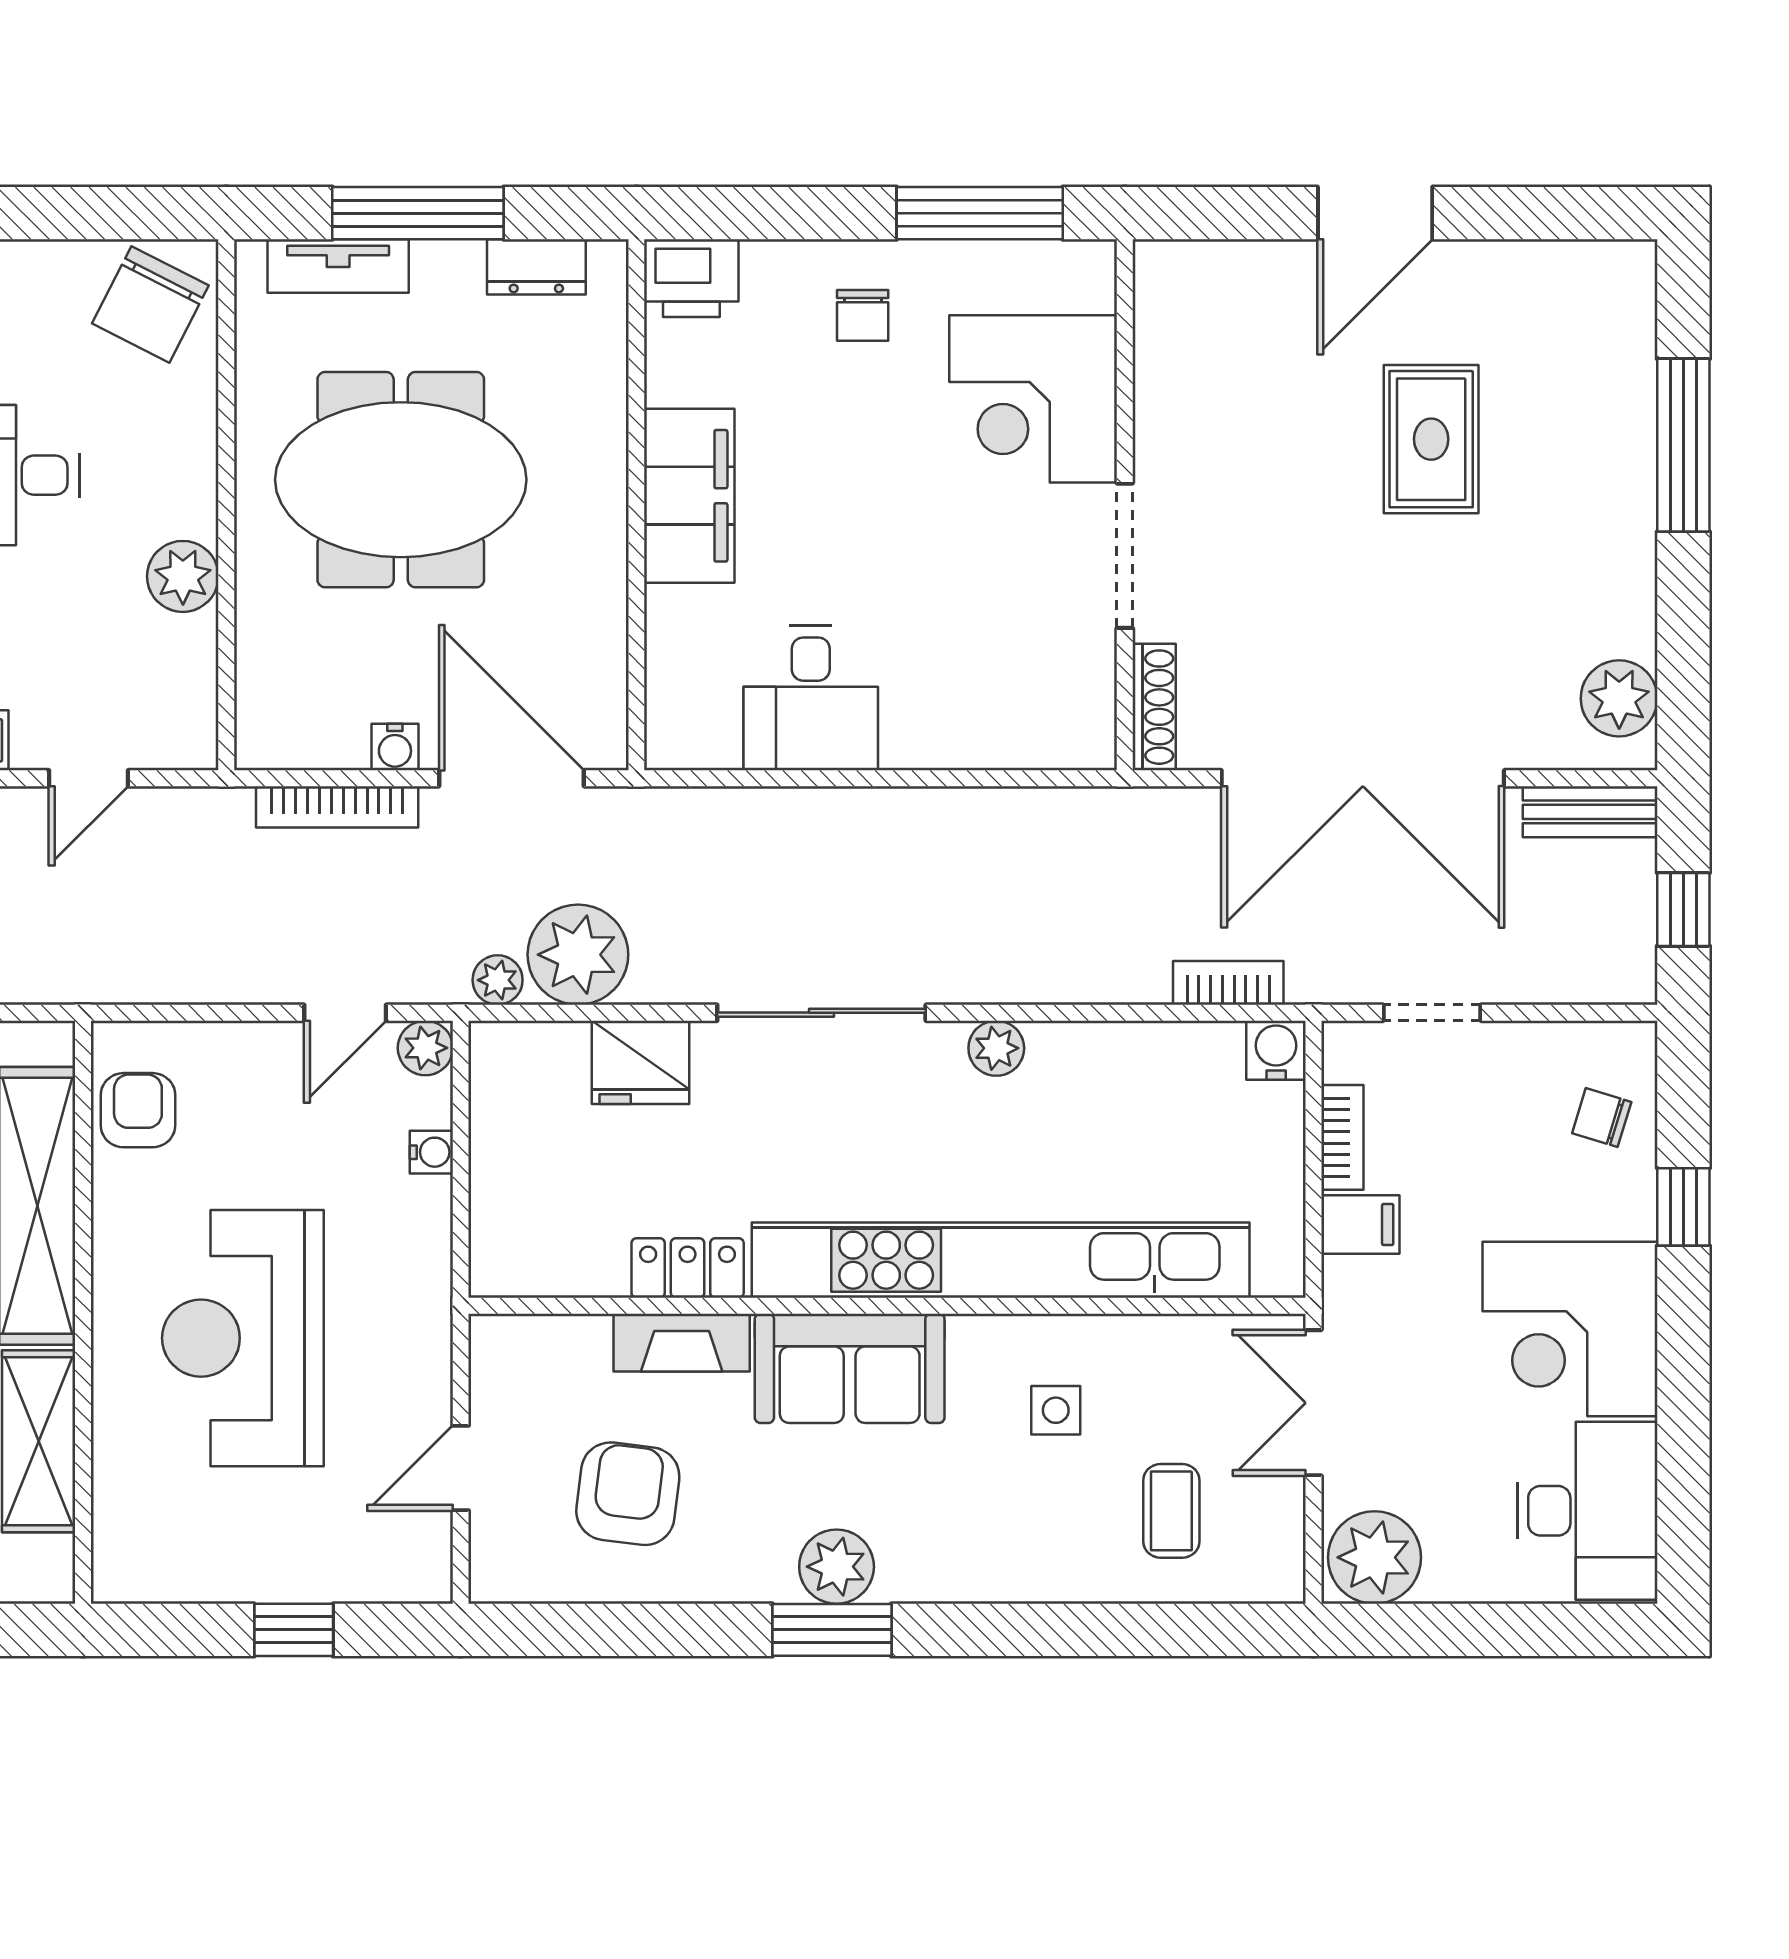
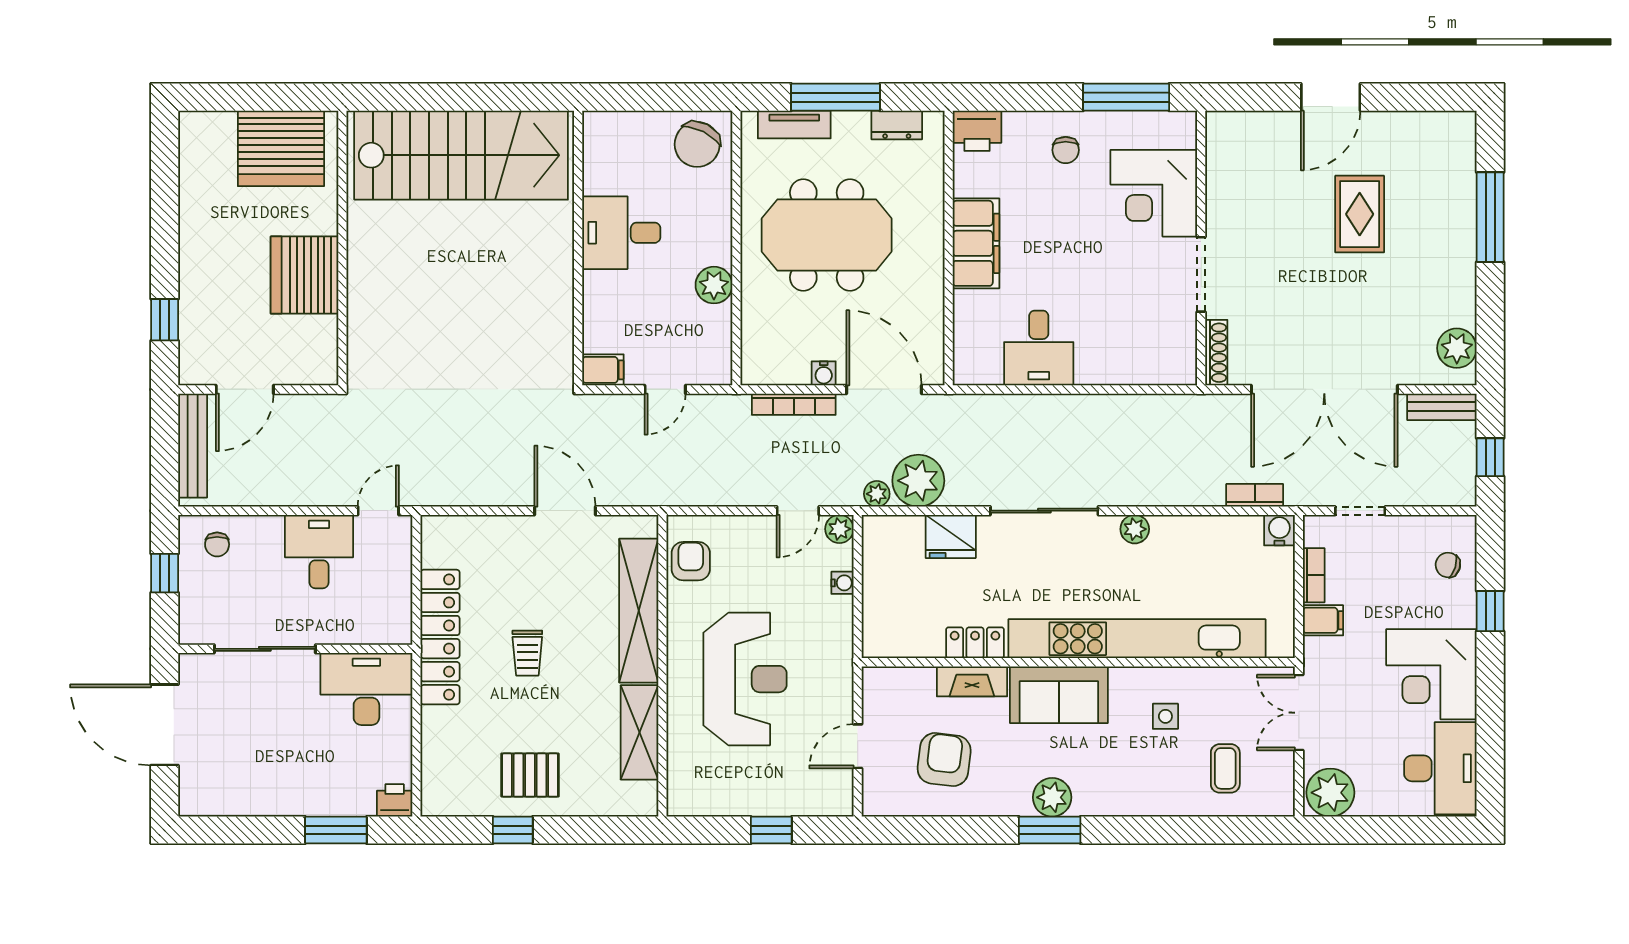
reception desk: (243, 1338) -> (745, 679), turned 180

